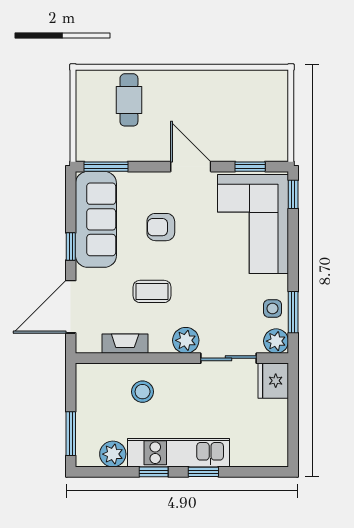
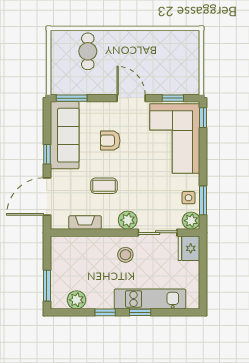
stool: (143, 392) -> (125, 255), moved
kitchen unit: (179, 453) -> (150, 299), moved

